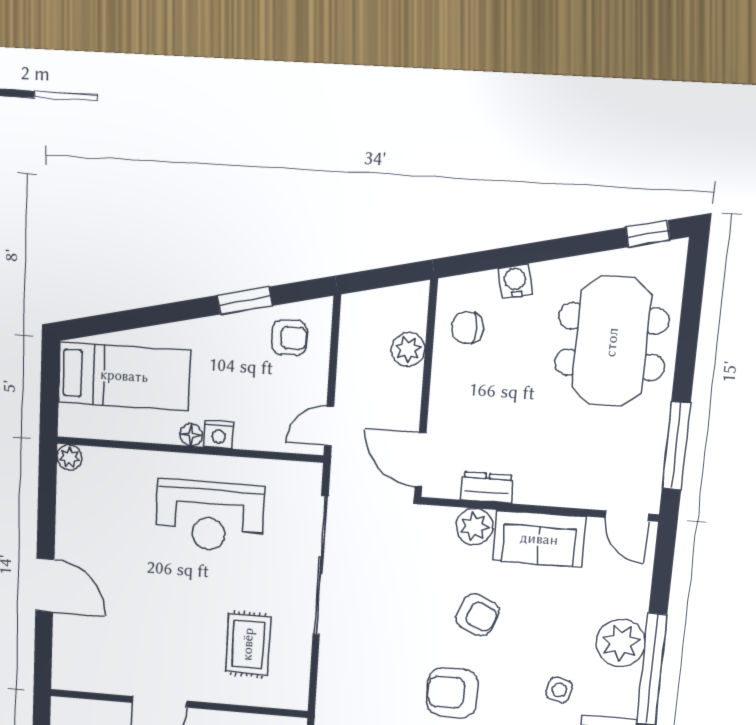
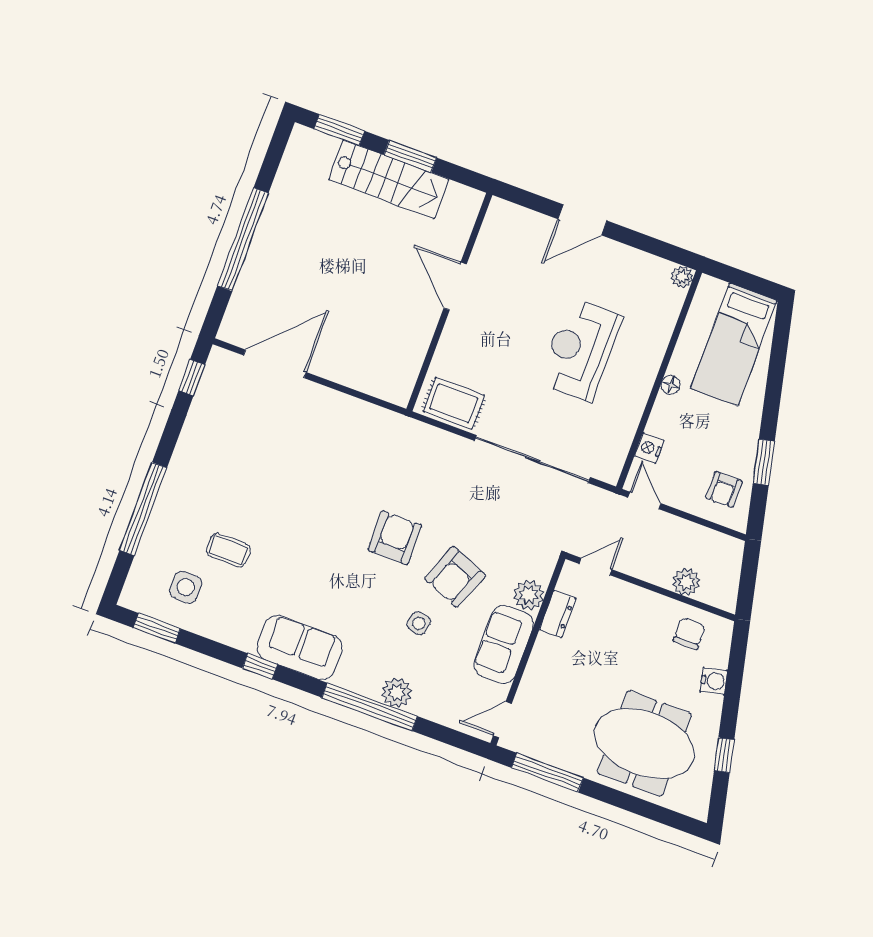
window: (648, 234) -> (724, 755), moved
nightstand: (219, 434) -> (649, 448), moved
door: (420, 460) -> (596, 567), width x0.73
reception desk: (209, 516) -> (580, 349), moved
armchair: (477, 615) -> (455, 577), width x1.38, depth x1.38
plant: (621, 643) -> (397, 693), width x0.73, depth x0.73
rug: (248, 644) -> (454, 403), moved
side table: (559, 690) -> (419, 623), moved

